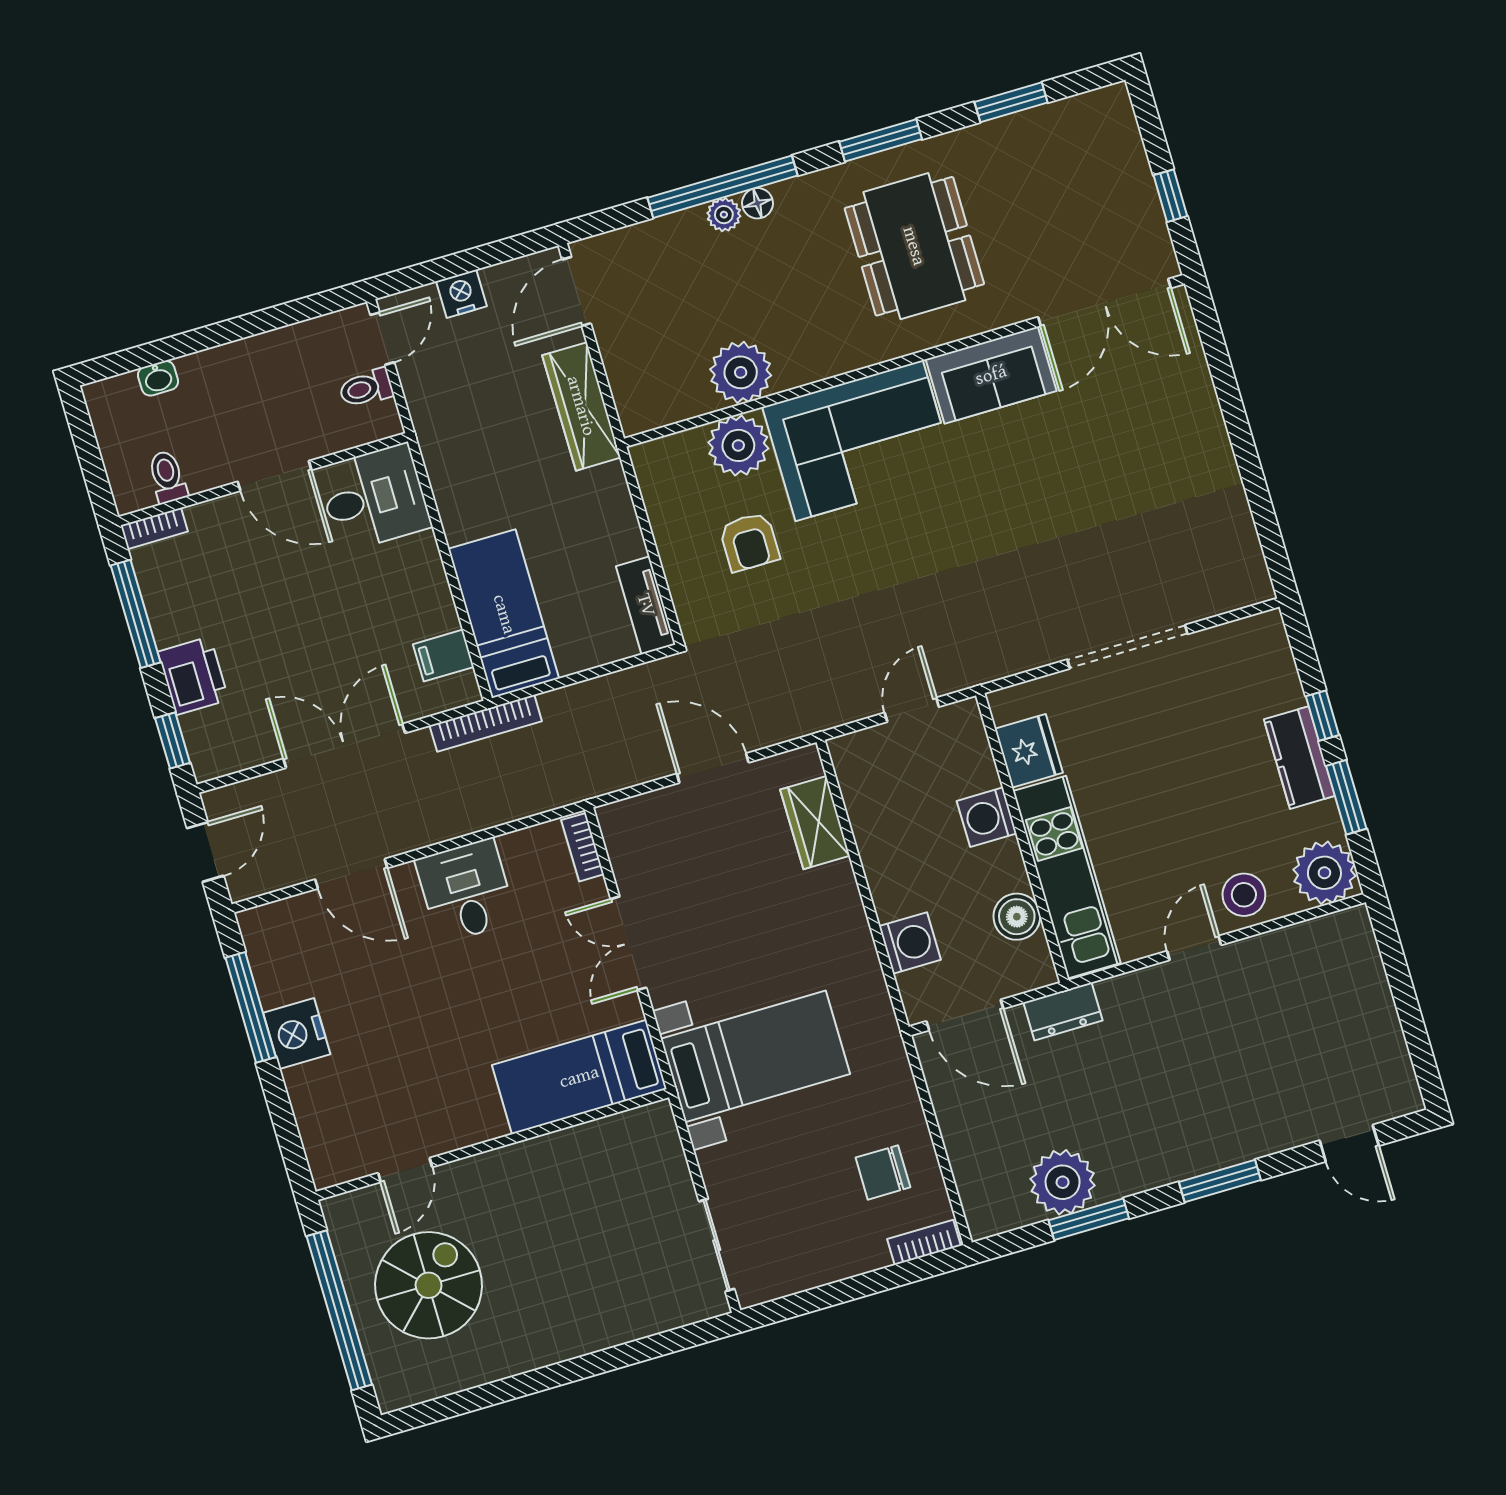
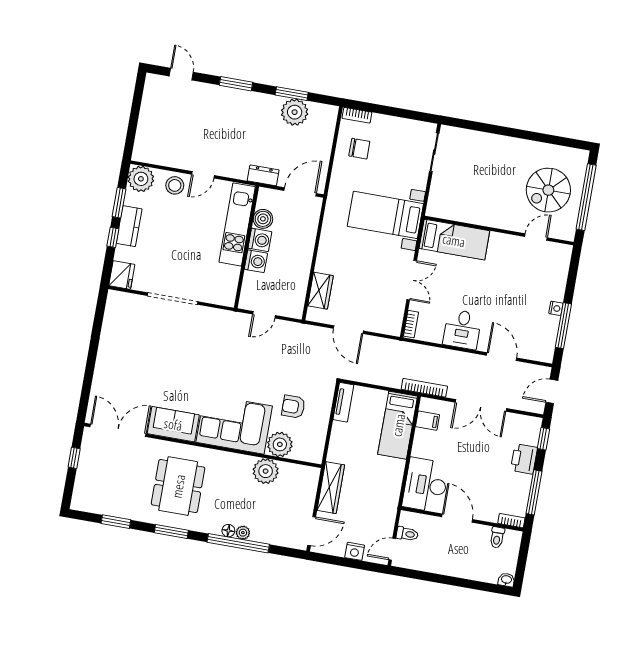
washbasin: (158, 378) -> (506, 580), moved
desk: (374, 498) -> (426, 485), width x1.37
armchair: (749, 542) -> (293, 407), turned -90
fridge: (1029, 751) -> (122, 275), moved, turned 180
washing machine: (910, 943) -> (260, 240), moved, turned 180
door: (965, 1015) -> (300, 192), hinge flipped
nightstand: (297, 1034) -> (556, 308), width x0.53, depth x0.56

